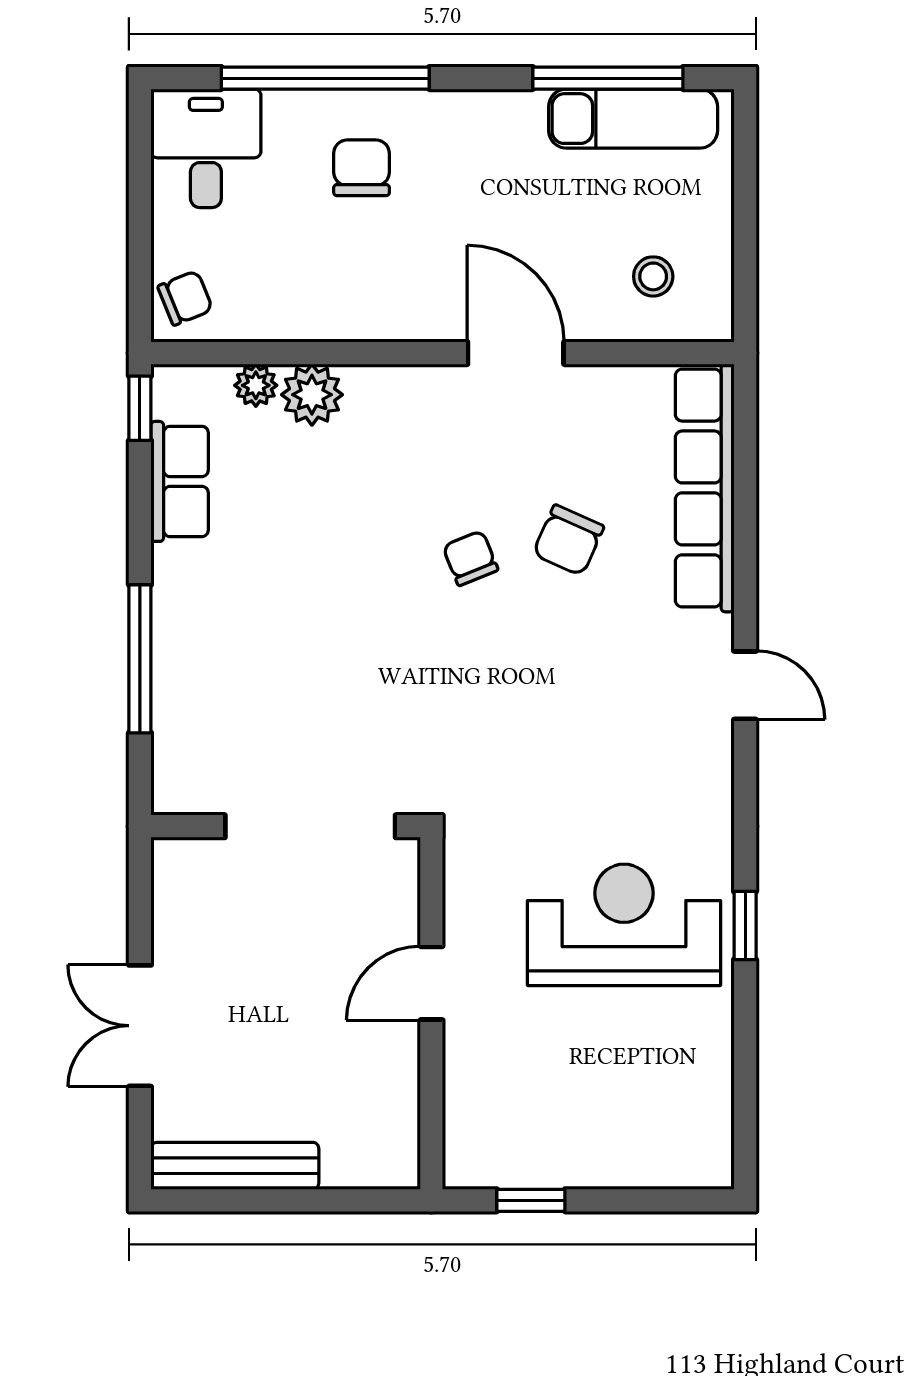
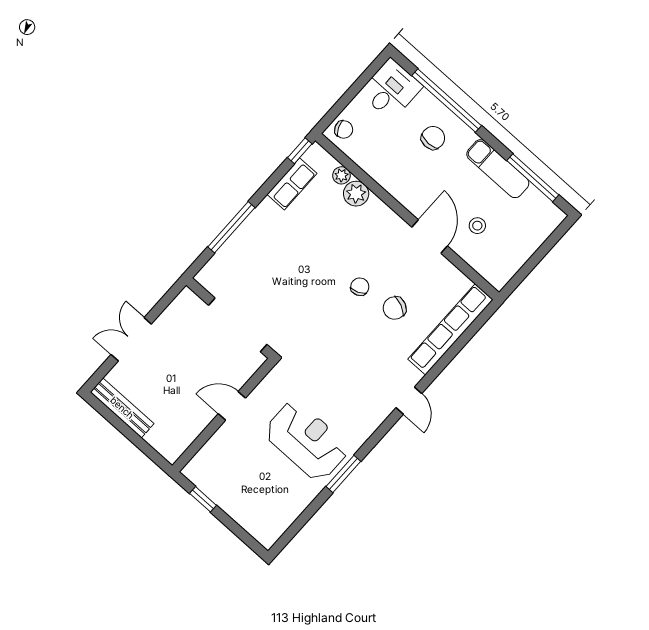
exam couch: (633, 119) -> (498, 169), moved
stool: (653, 276) -> (477, 226), moved
window: (745, 925) -> (343, 474), width x1.50

